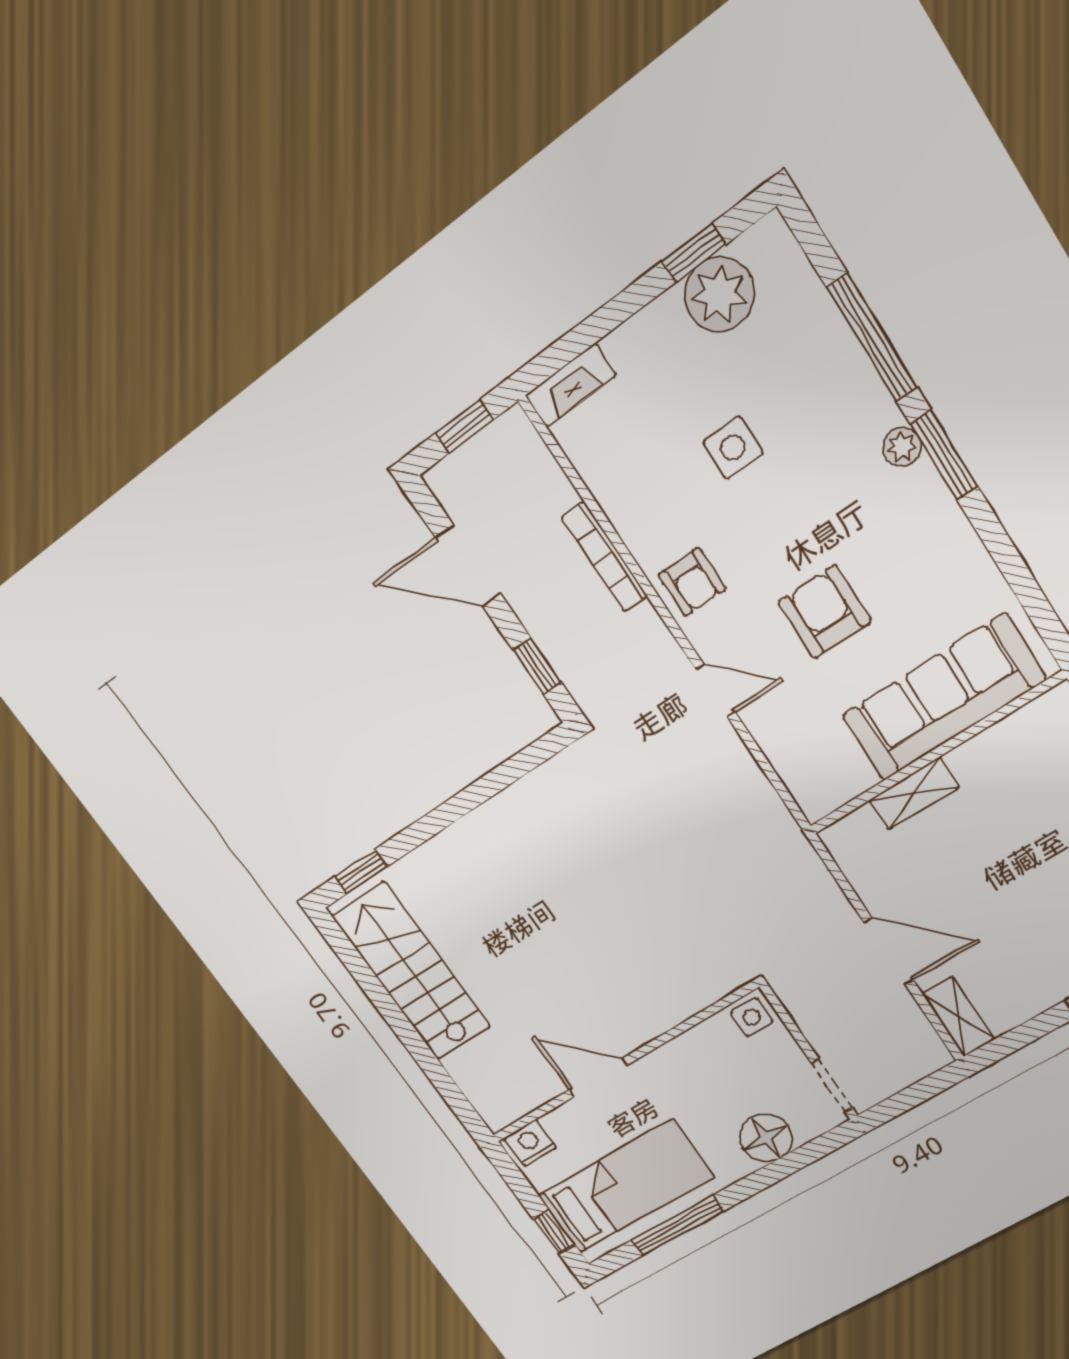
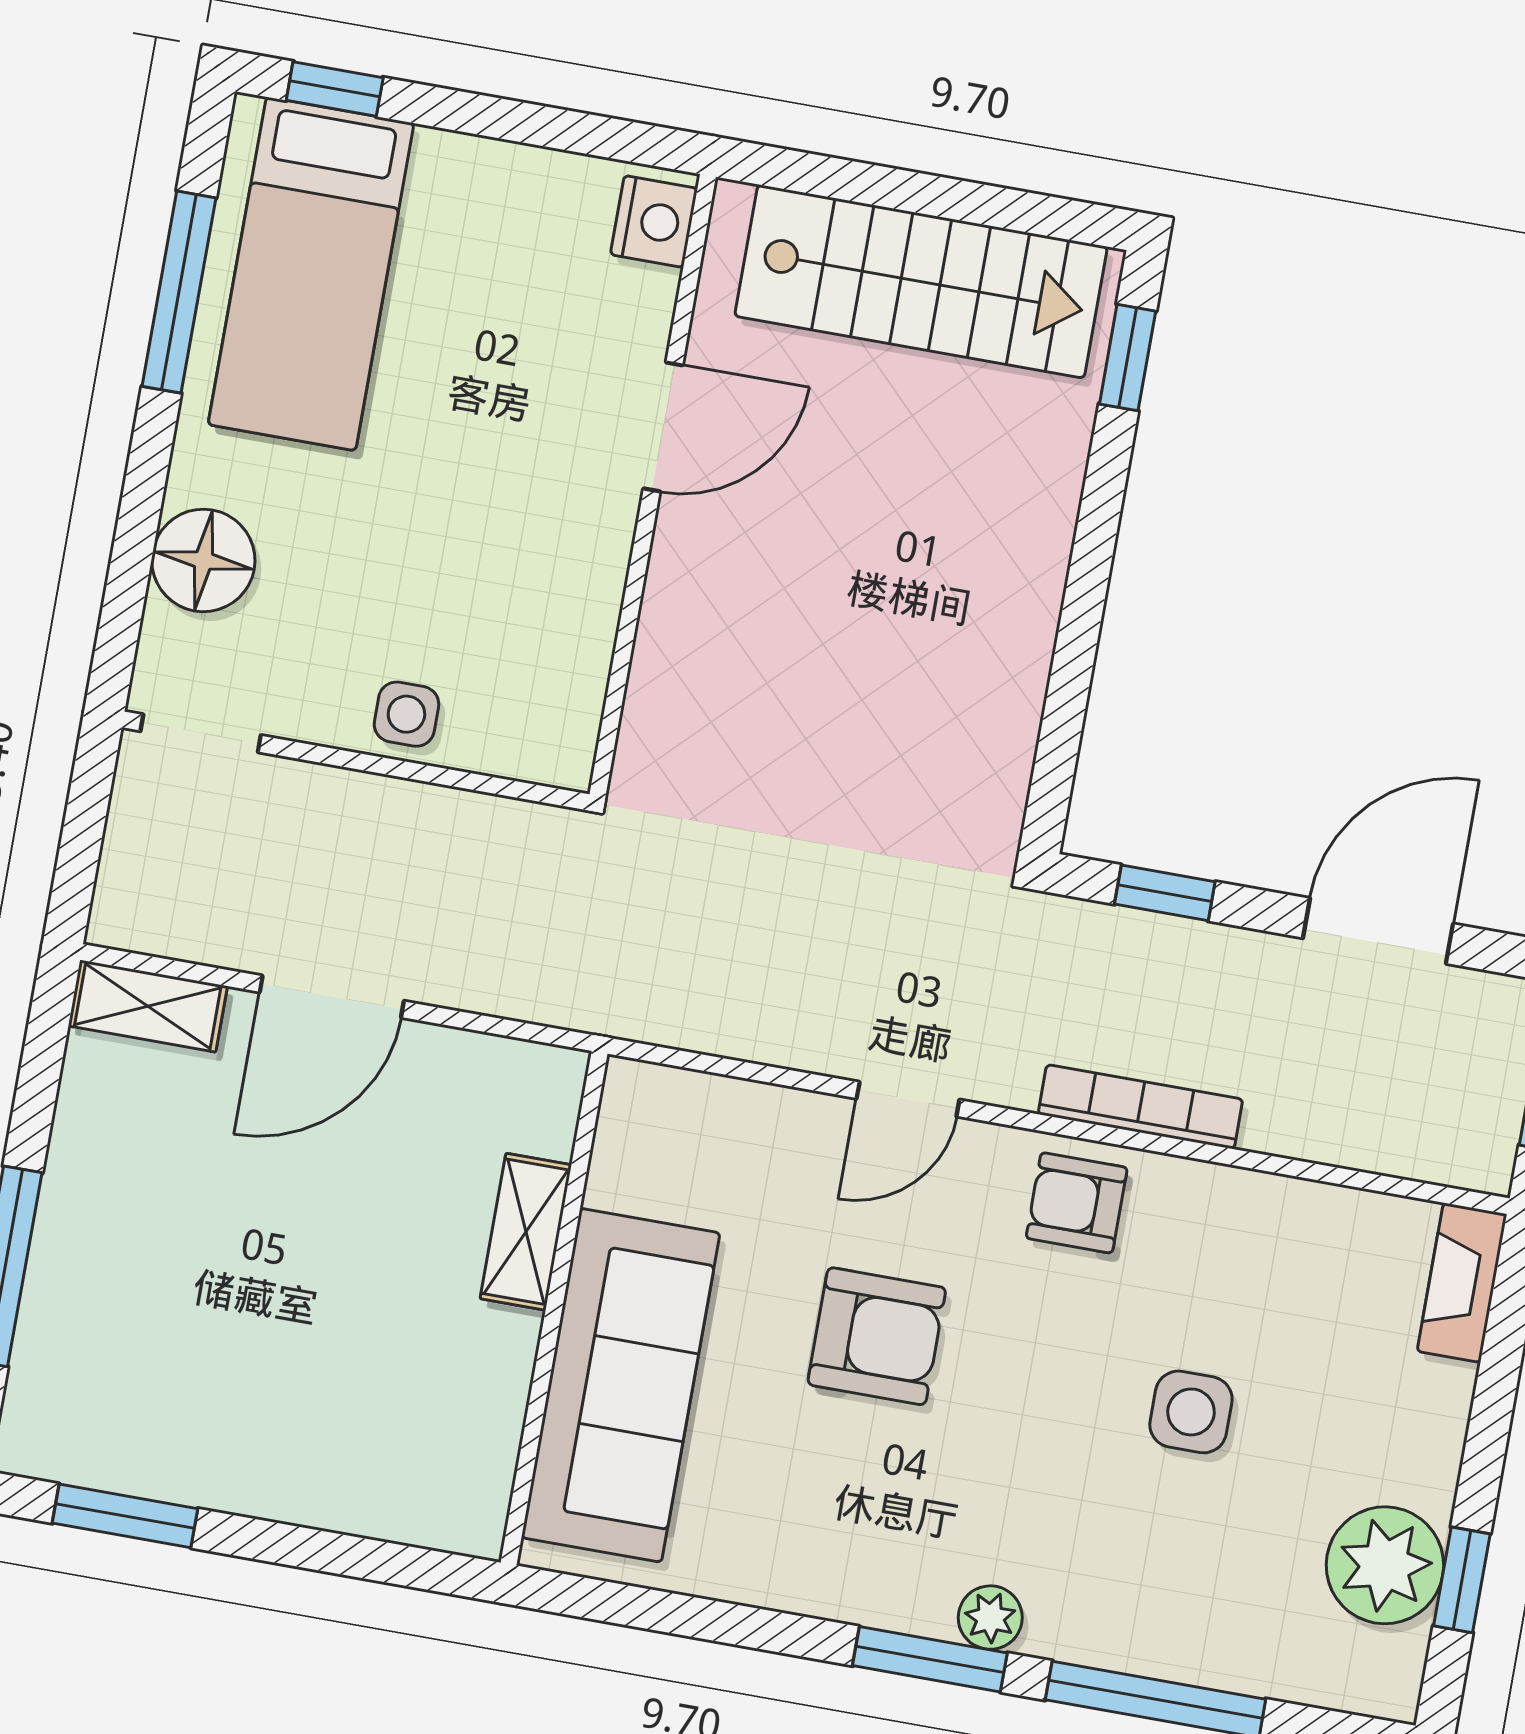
bookcase: (604, 557) -> (1140, 1107), moved
wall: (623, 1063) -> (653, 486), moved
door: (598, 1078) -> (663, 427), moved
nightstand: (530, 1143) -> (654, 221), moved

